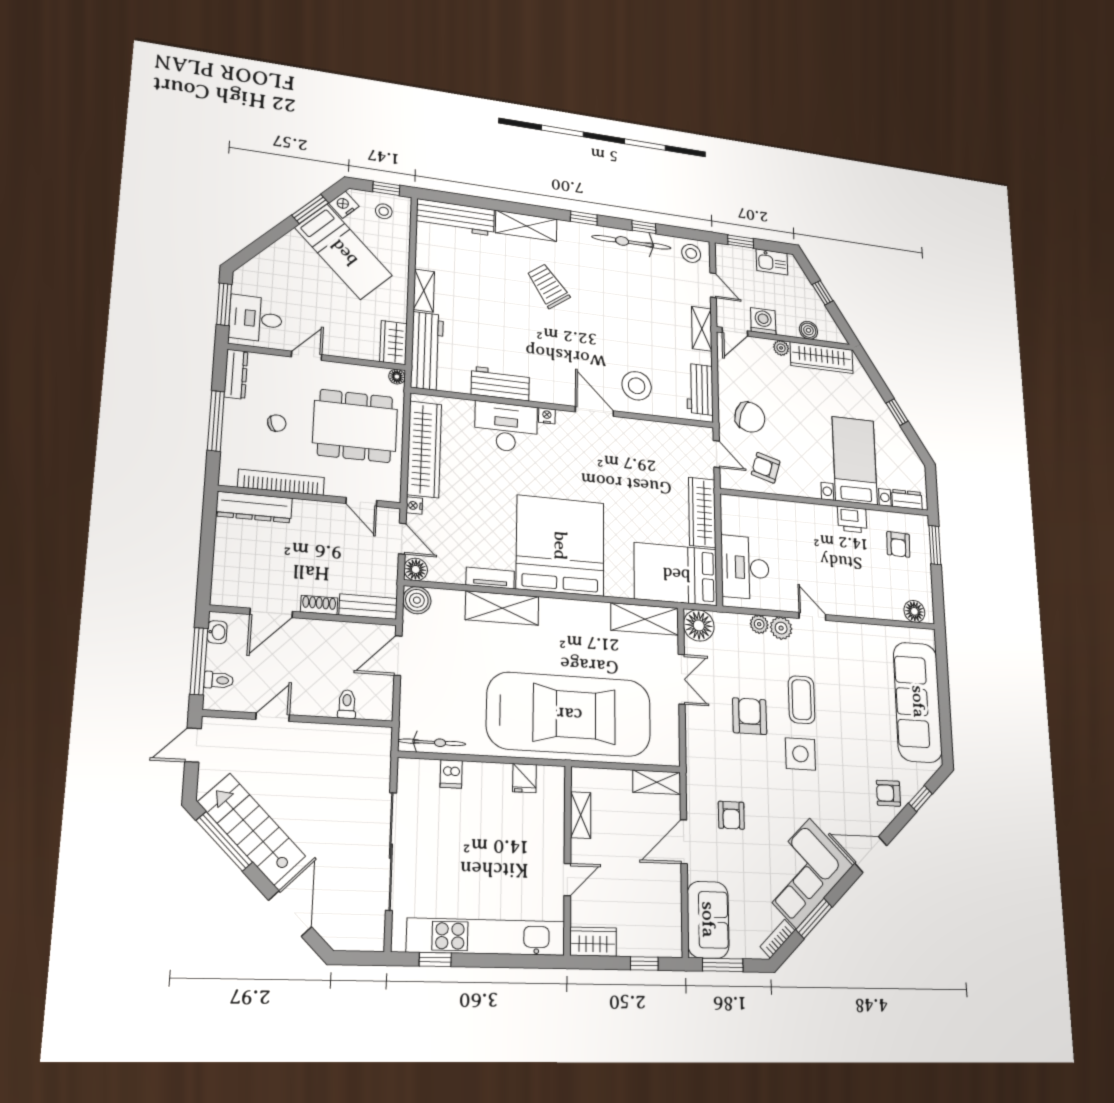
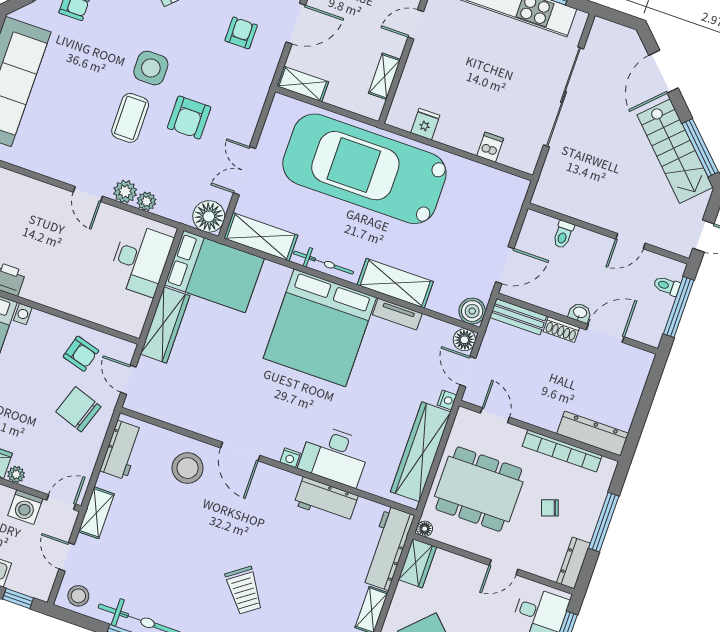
washbasin: (217, 632) -> (580, 313), moved, turned 90
bicycle: (432, 742) -> (323, 263), moved, turned 180

